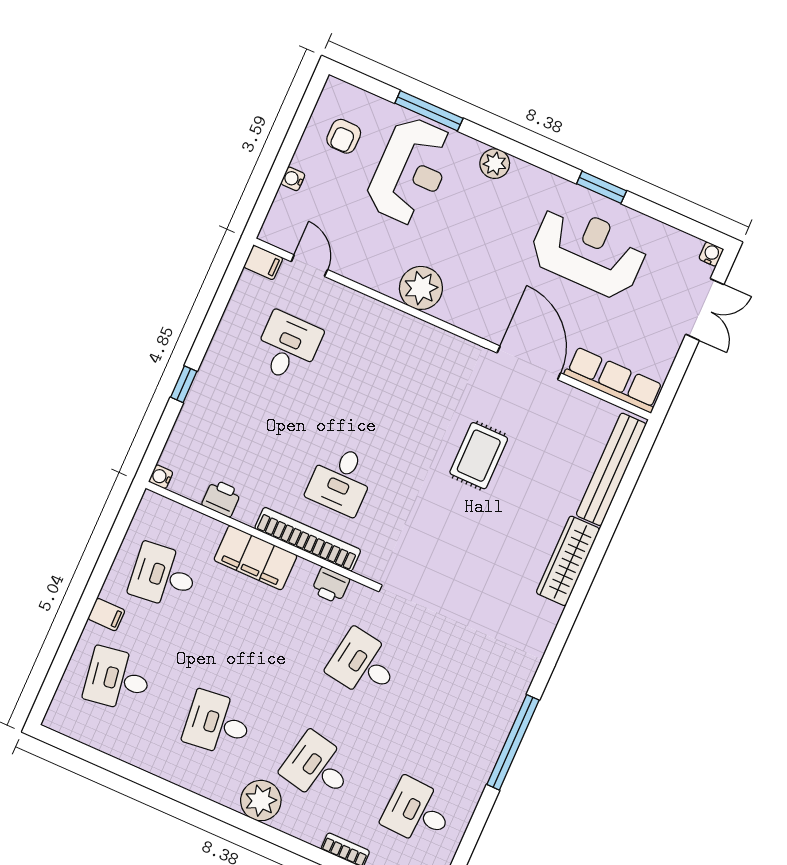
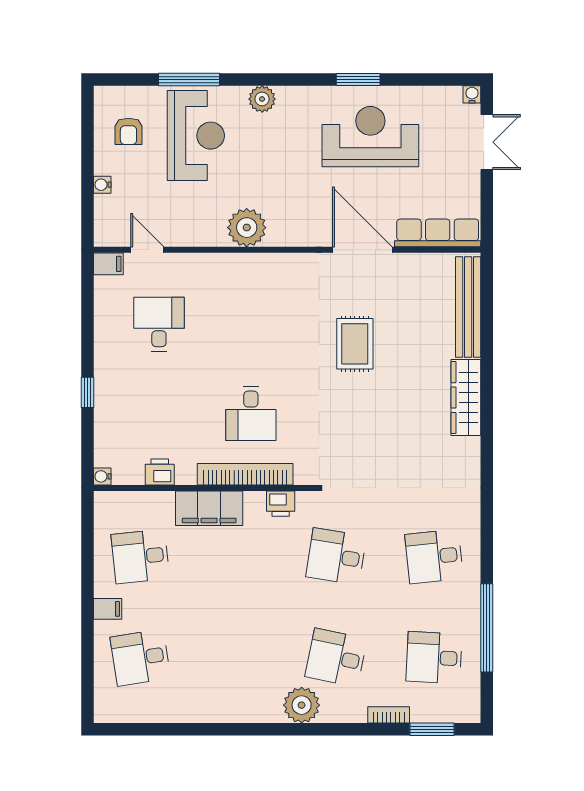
desk: (218, 723) -> (434, 556), moved
window: (513, 742) -> (487, 628), moved

